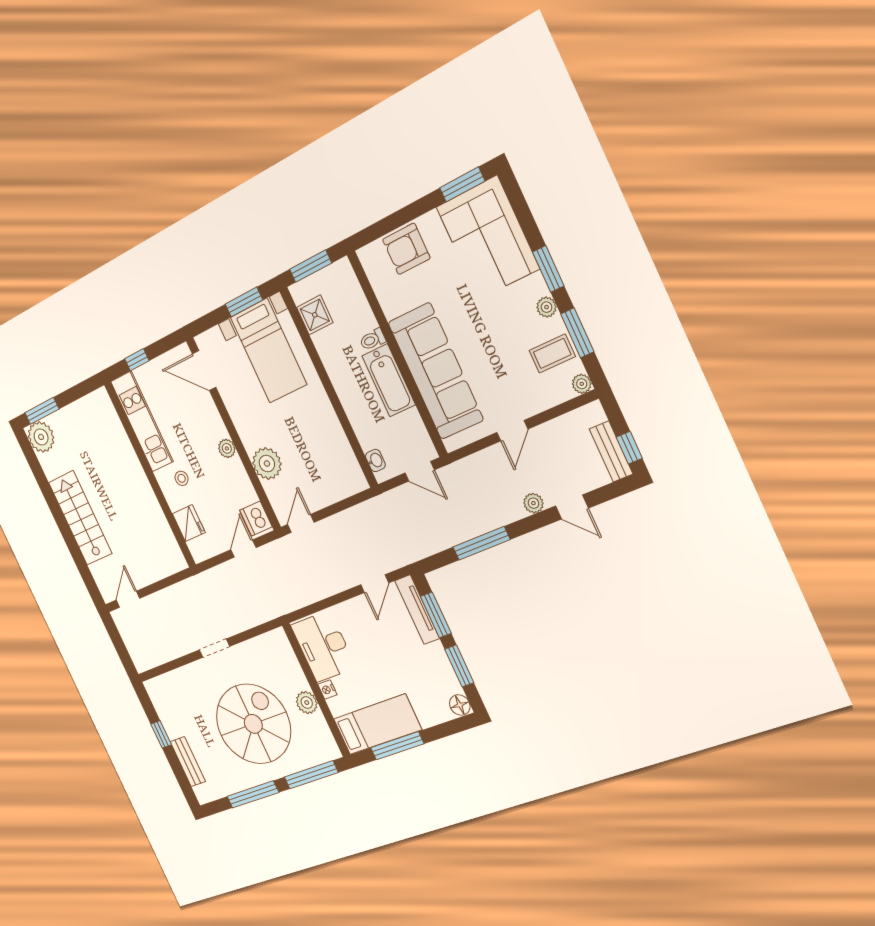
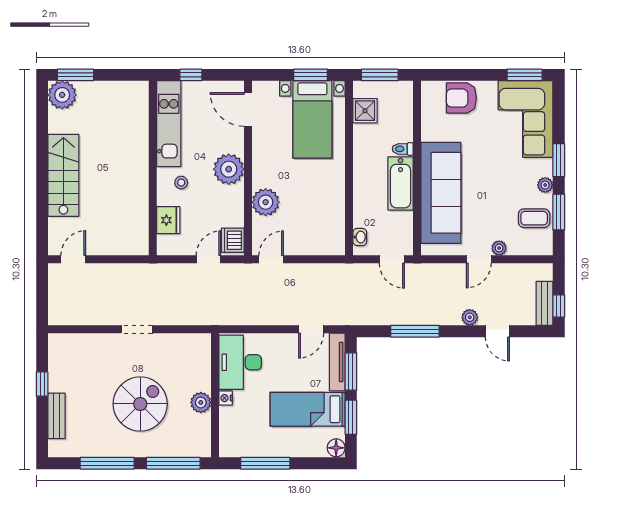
plant: (582, 384) -> (499, 248), moved
plant: (227, 448) -> (229, 169), width x1.87, depth x1.87
spiral stairs: (253, 724) -> (140, 404), width x0.73, depth x0.73
bed: (377, 724) -> (308, 409), moved, turned 180

